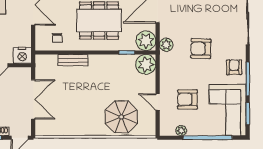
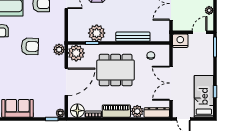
bench: (73, 60) -> (133, 37), width x1.36
plant: (146, 64) -> (97, 33), moved

